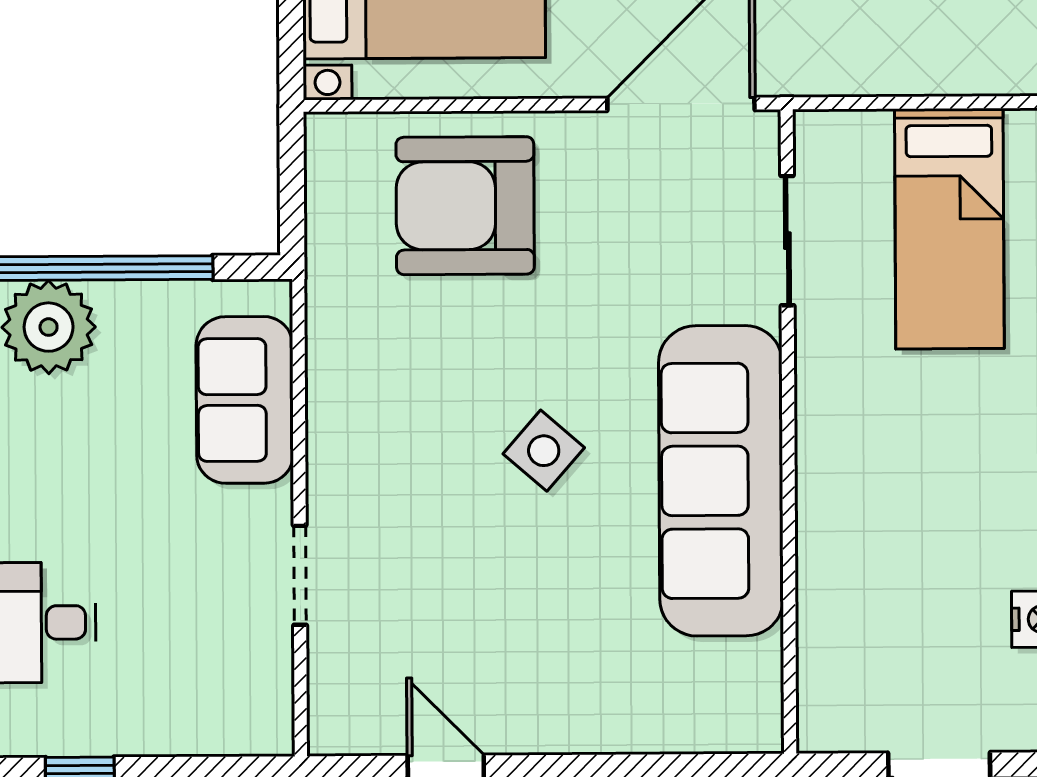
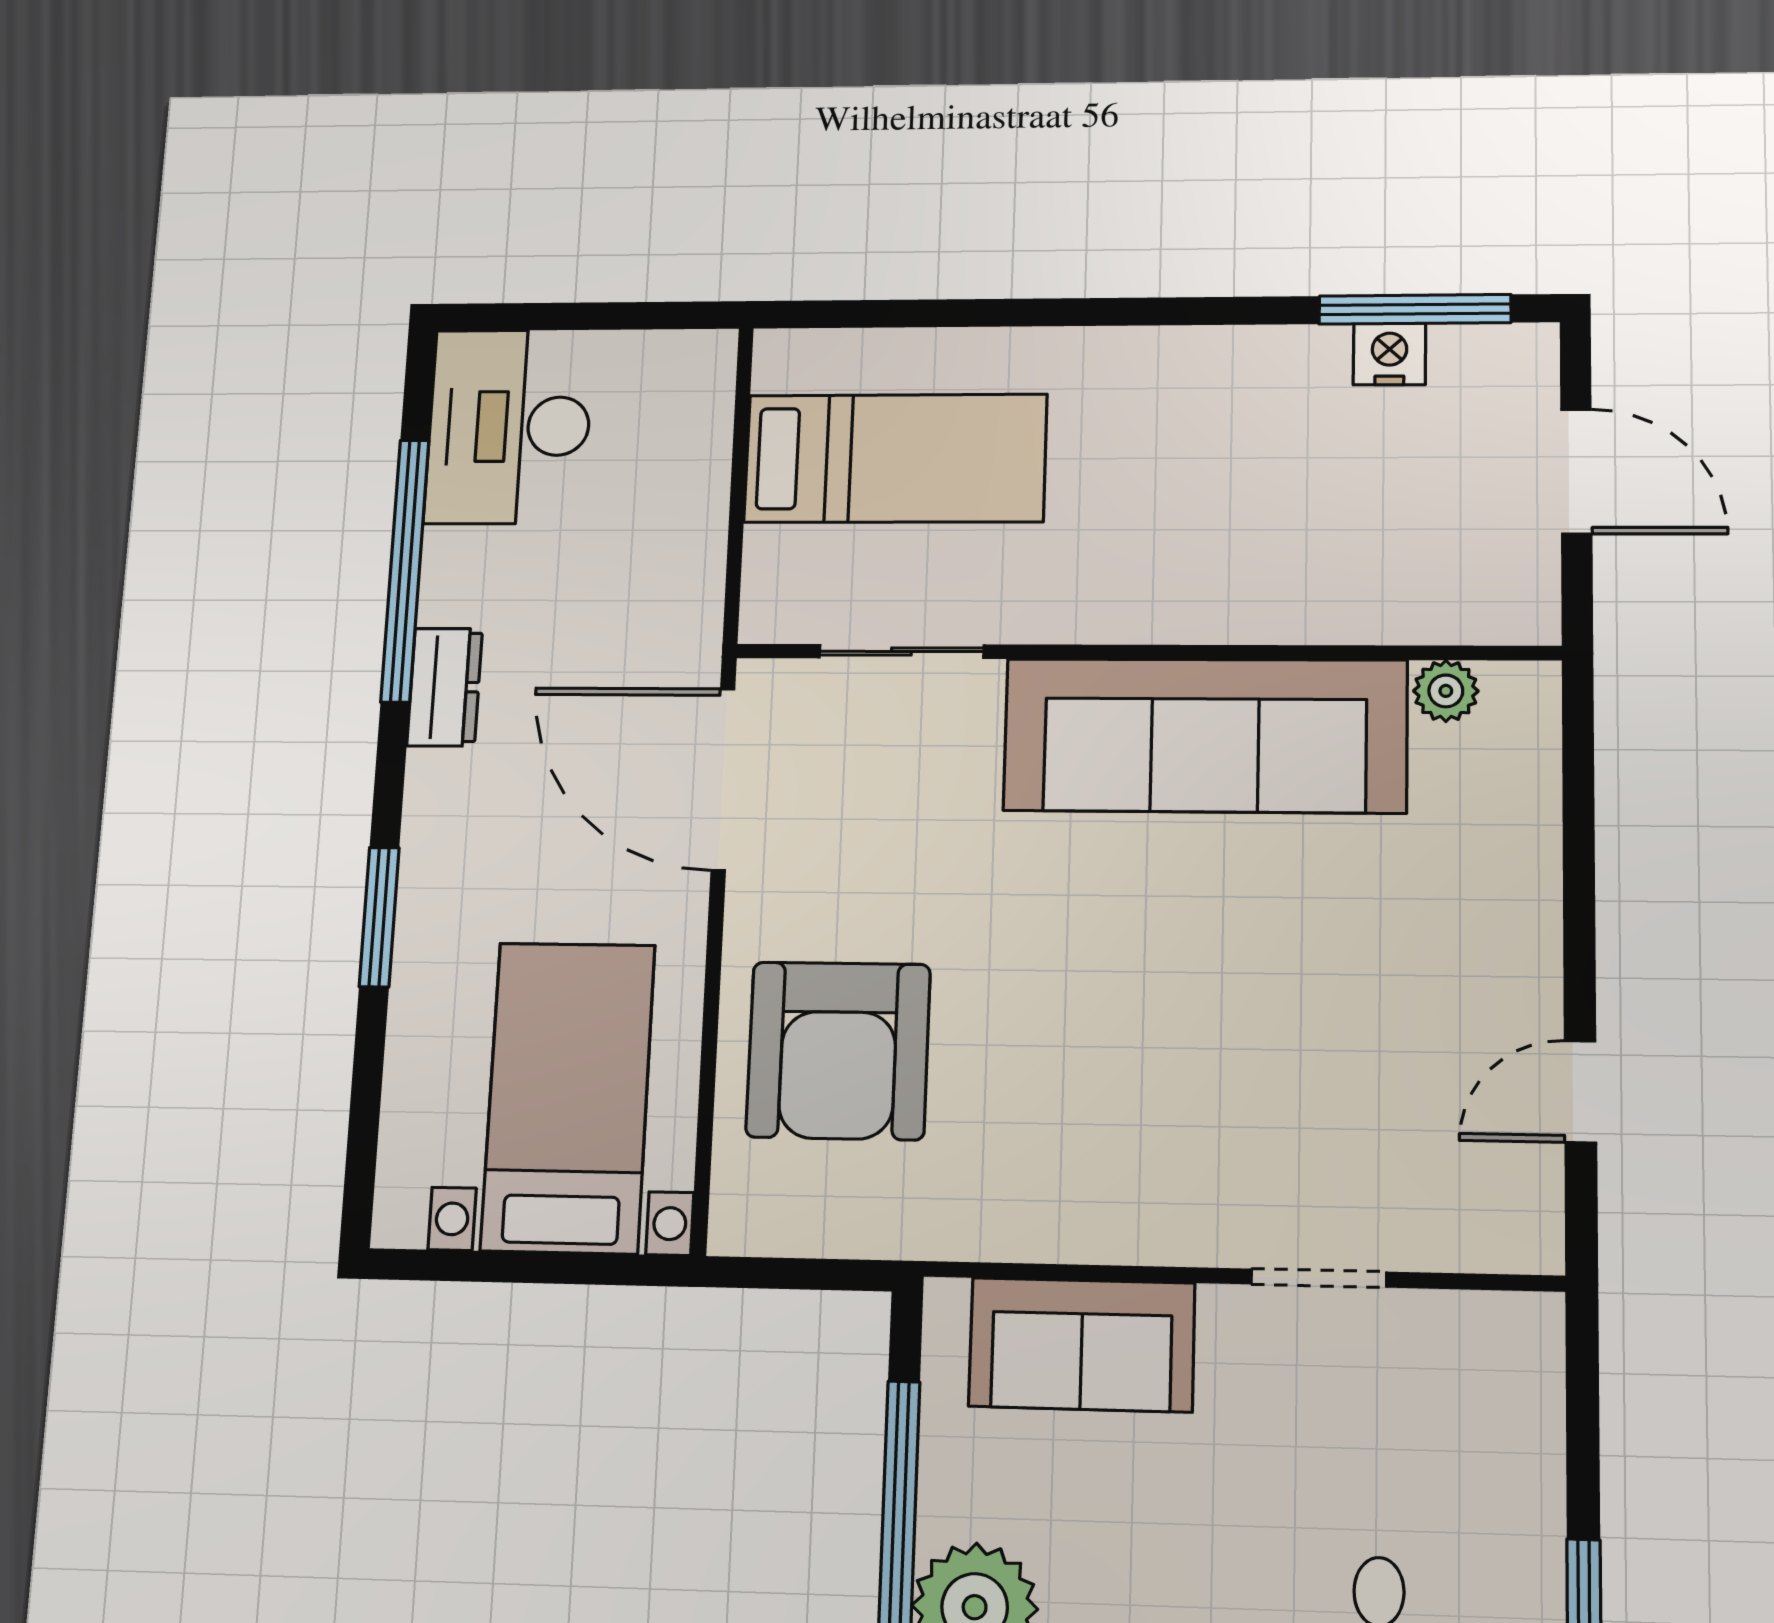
side table: (544, 451) -> (1160, 957), removed
plant: (759, 665) -> (1446, 691), added

